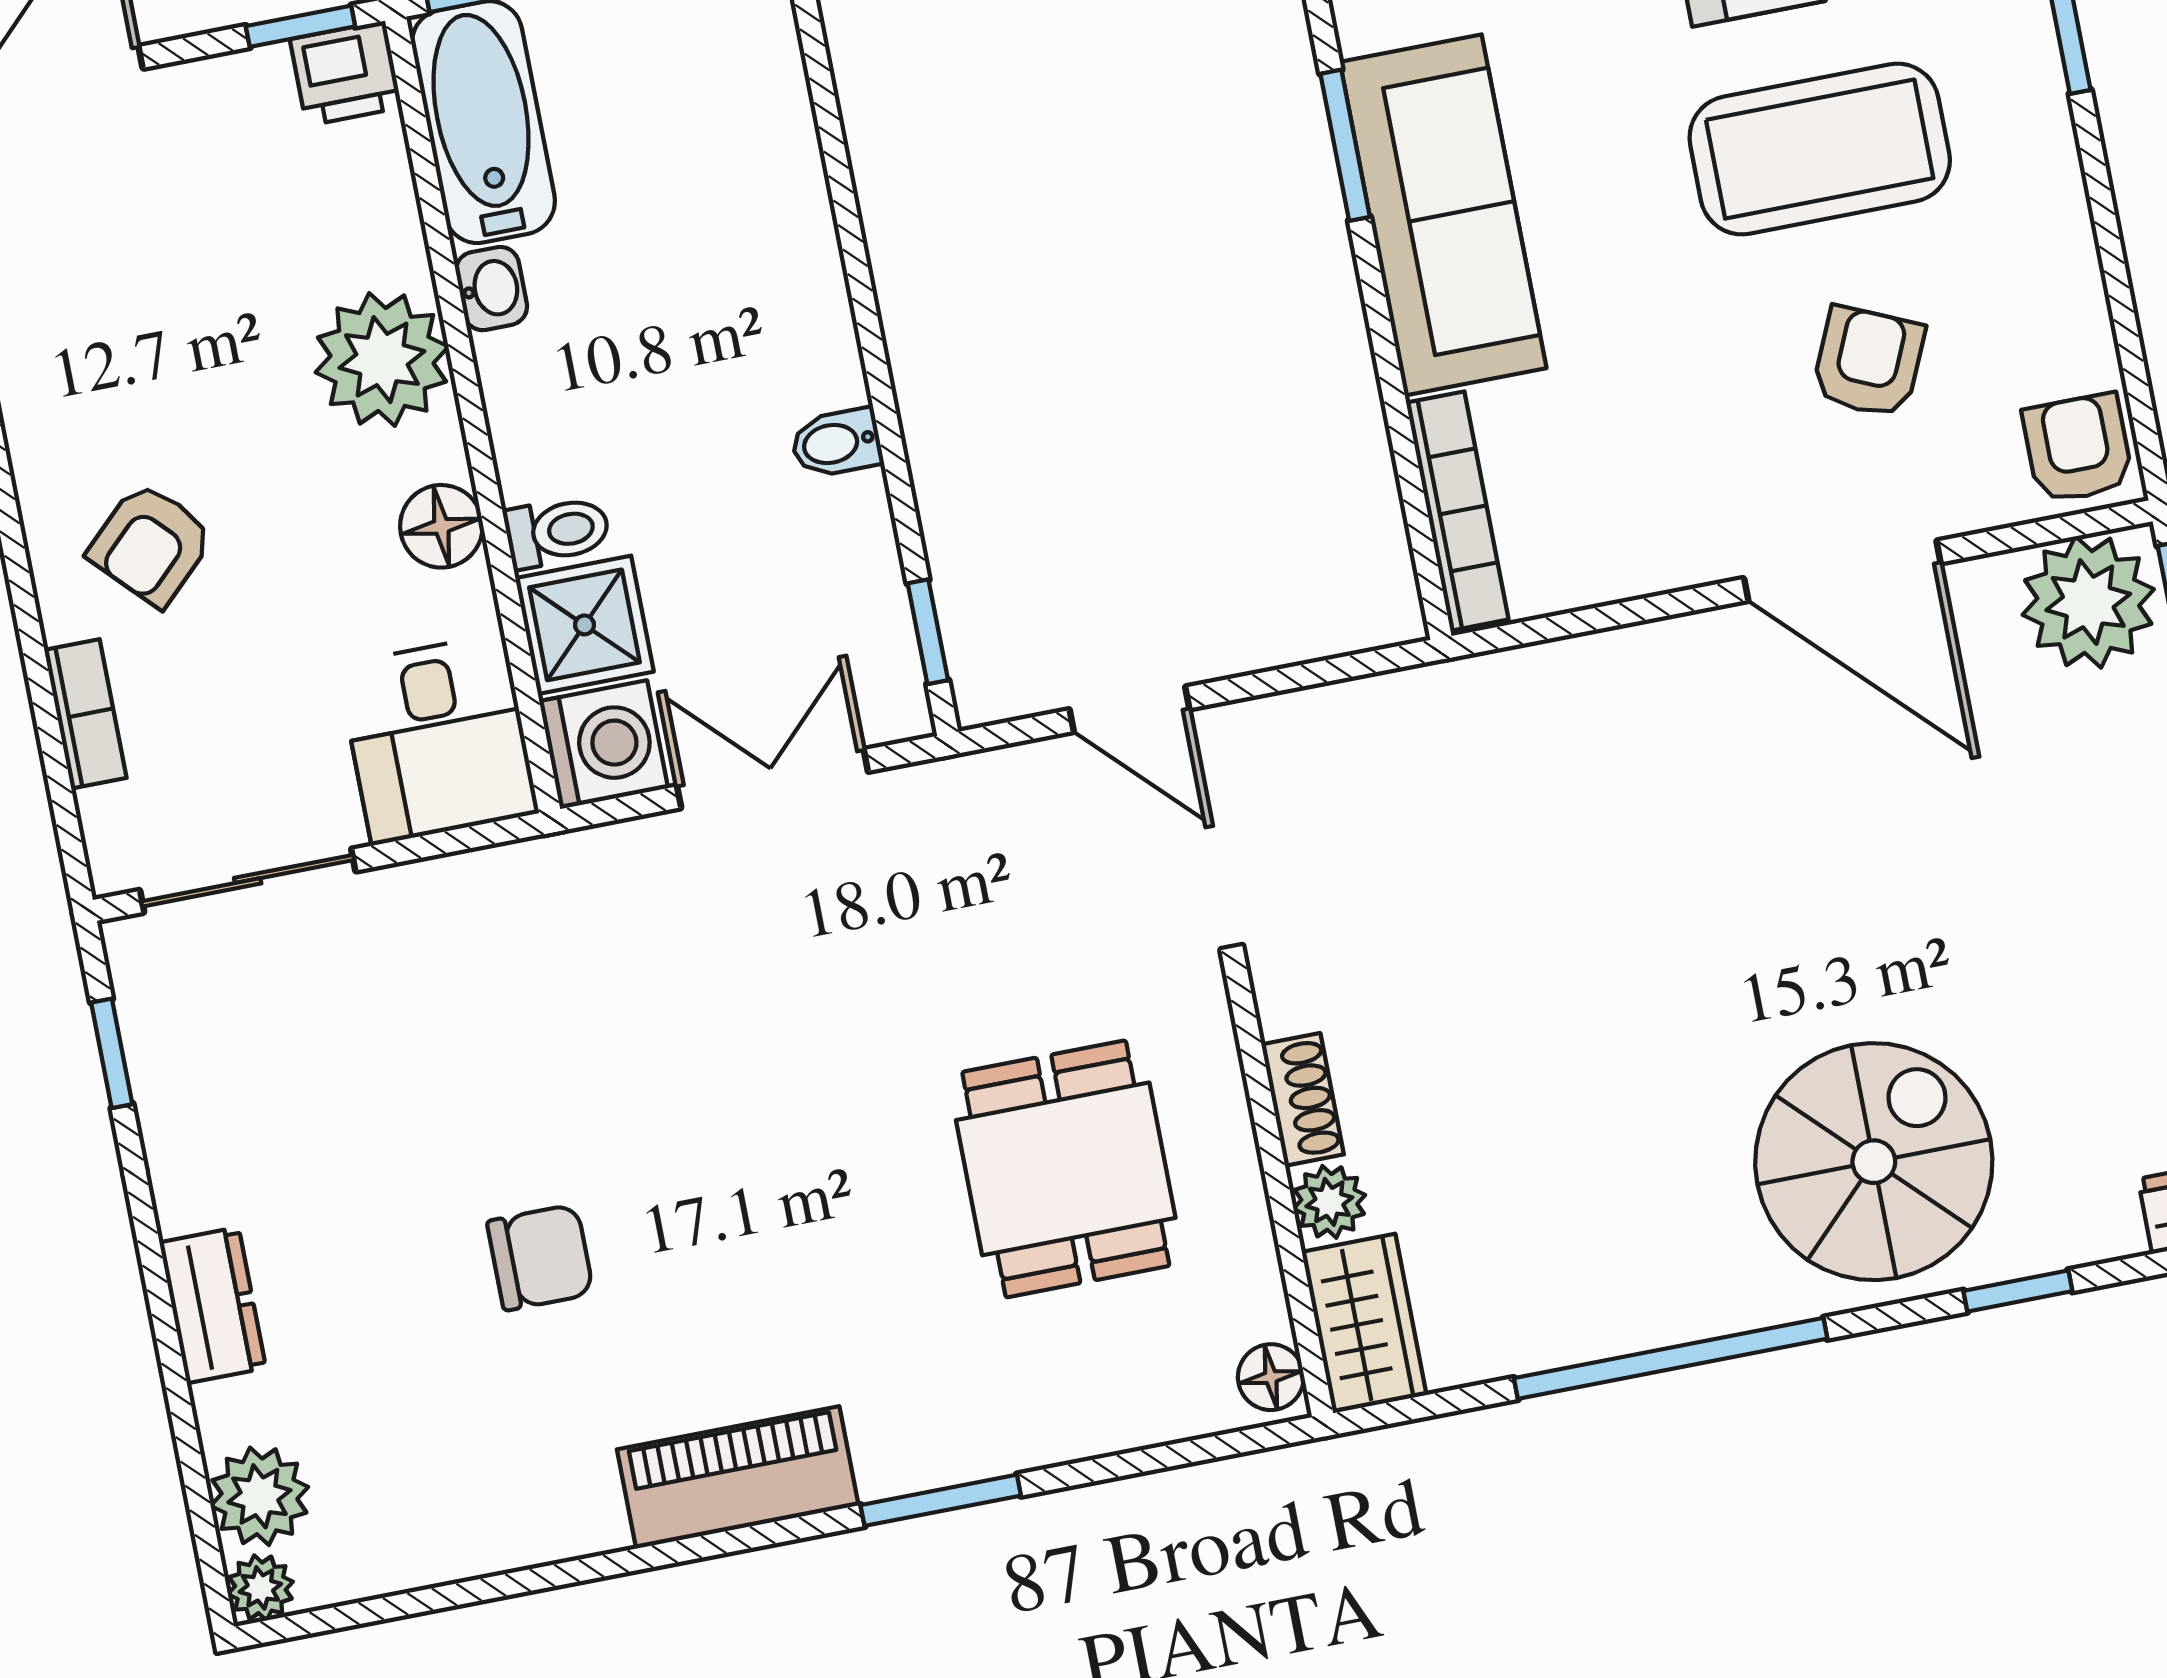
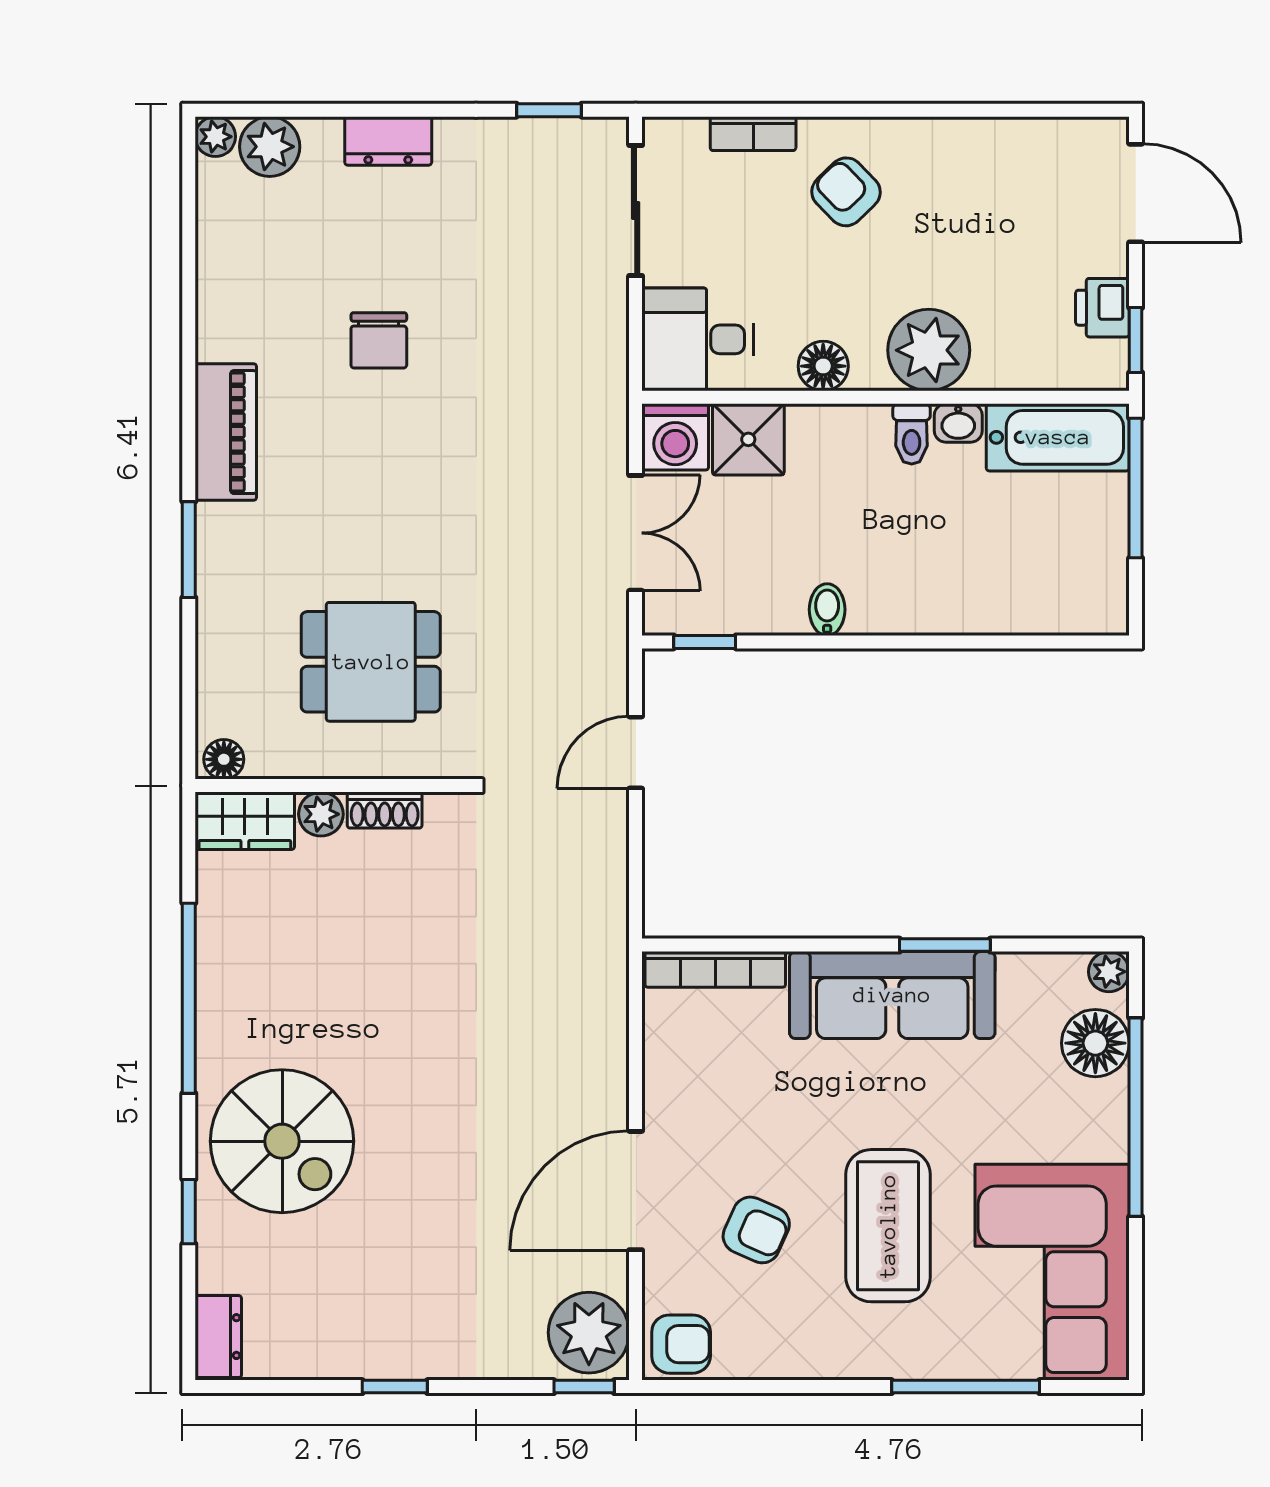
printer: (346, 73) -> (1102, 308), moved
toilet: (557, 531) -> (912, 434), moved

